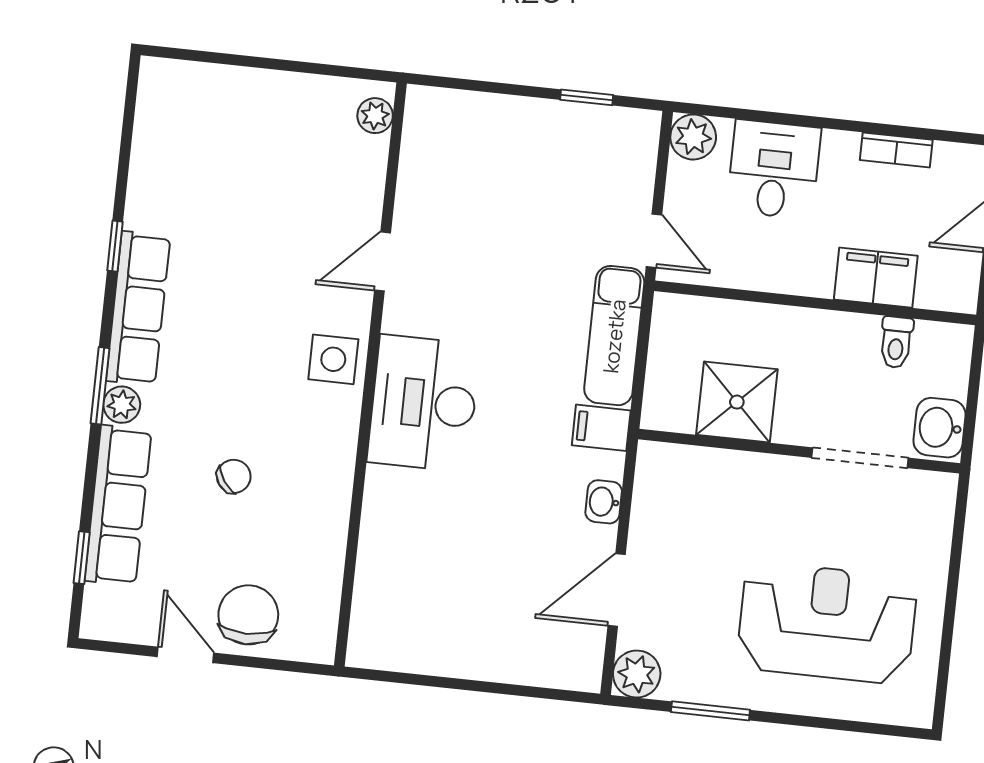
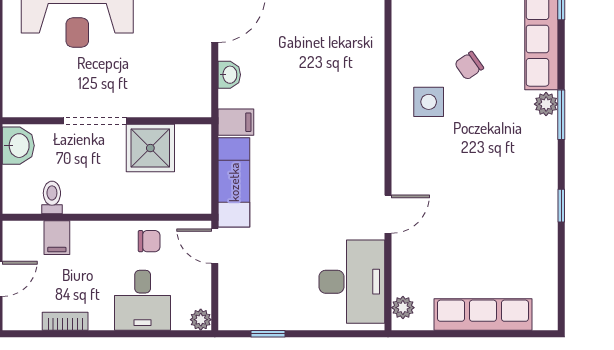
plant: (693, 137) -> (201, 320), width x0.73, depth x0.73
chair: (754, 259) -> (149, 241), added
filing cabinet: (876, 278) -> (57, 238), width x0.50
row of seats: (138, 308) -> (483, 314), moved, turned 90
side table: (333, 359) -> (429, 102), moved
desk: (424, 403) -> (352, 282), moved
doorway: (860, 458) -> (95, 121), moved

